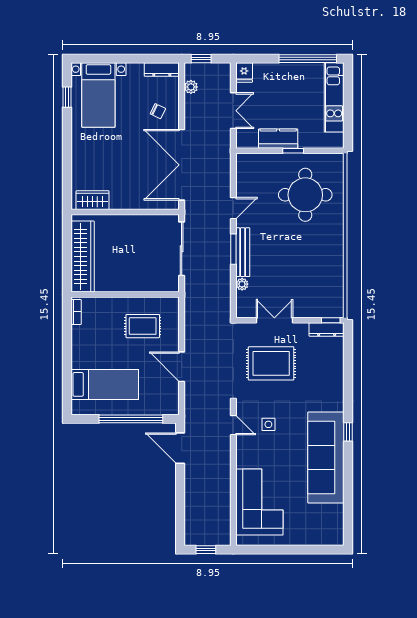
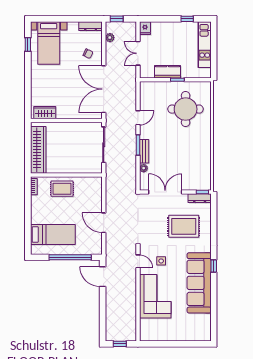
window: (308, 59) -> (187, 19), width x0.32
double door: (233, 111) -> (138, 53), swing flipped
bench: (243, 252) -> (144, 151), width x0.73
double door: (274, 320) -> (165, 192), width x1.37
rug: (143, 326) -> (62, 189), moved
rug: (271, 363) -> (184, 226), moved
corner sofa: (259, 502) -> (155, 296), moved

